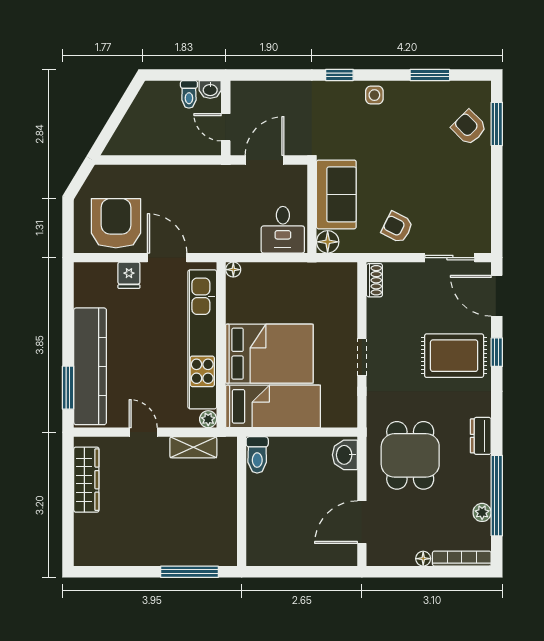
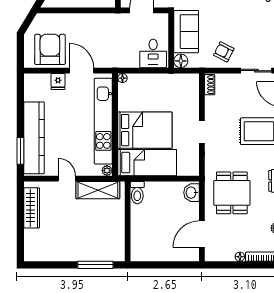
shelving: (193, 447) -> (98, 190), width x1.50, depth x1.33

